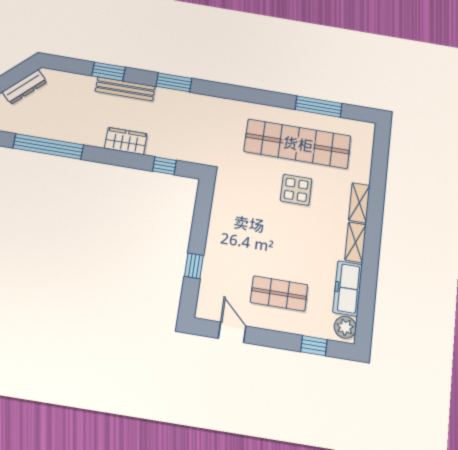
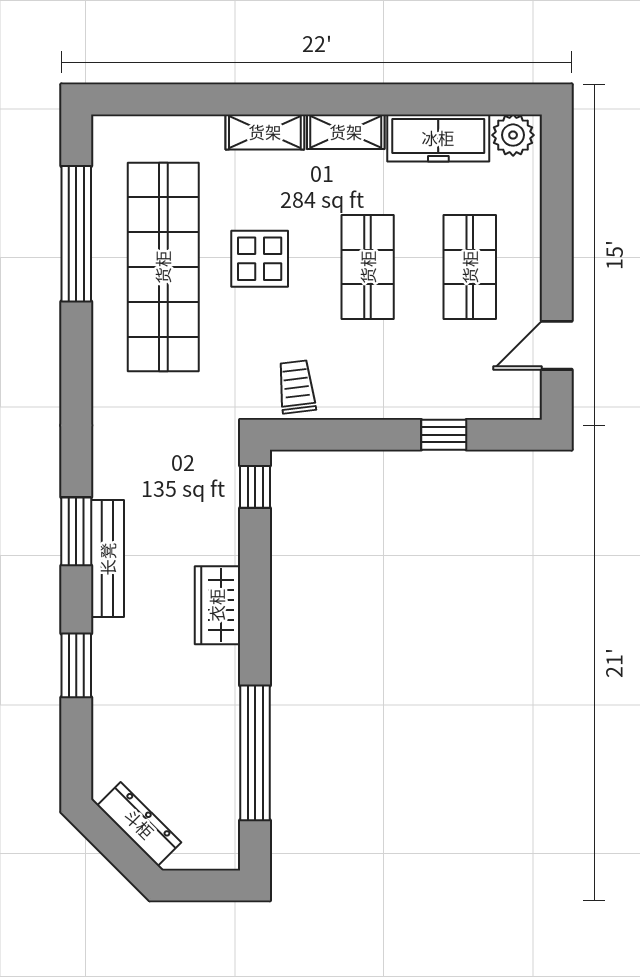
bench: (125, 89) -> (108, 559), moved
window: (319, 107) -> (76, 234), width x1.46
window: (164, 166) -> (255, 487), moved
trolley: (229, 197) -> (297, 387), added
shop shelf: (285, 242) -> (368, 267), added
window: (314, 346) -> (557, 190), removed

